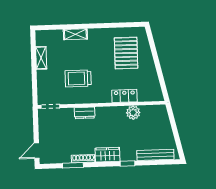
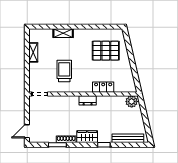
pallet: (126, 53) -> (106, 51), turned 90
trolley: (78, 78) -> (64, 71), turned 90
dresser: (85, 113) -> (88, 100), moved
plant: (133, 113) -> (132, 102), moved

